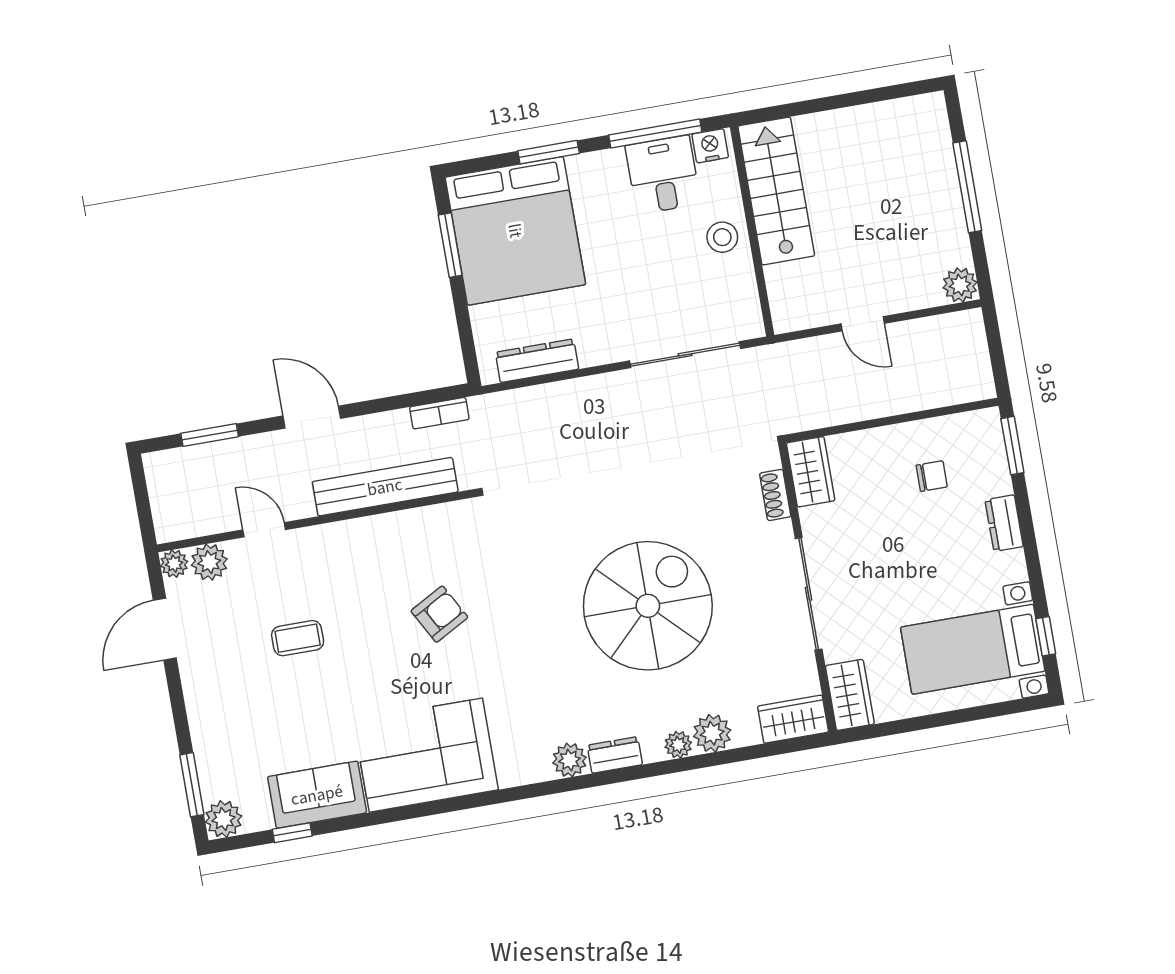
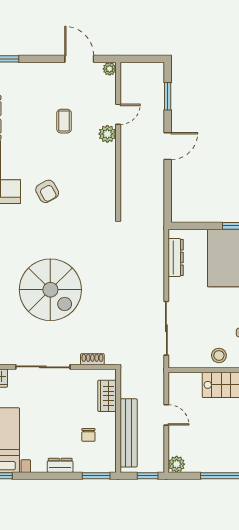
door: (863, 324) -> (166, 415), swing flipped
window: (994, 340) -> (148, 476), added
bookcase: (439, 413) -> (159, 207), removed
wardrobe: (811, 472) -> (107, 396), moved, turned 90
bench: (385, 487) -> (129, 433), moved
plant: (209, 562) -> (107, 134), moved
armchair: (439, 614) -> (47, 191), moved

